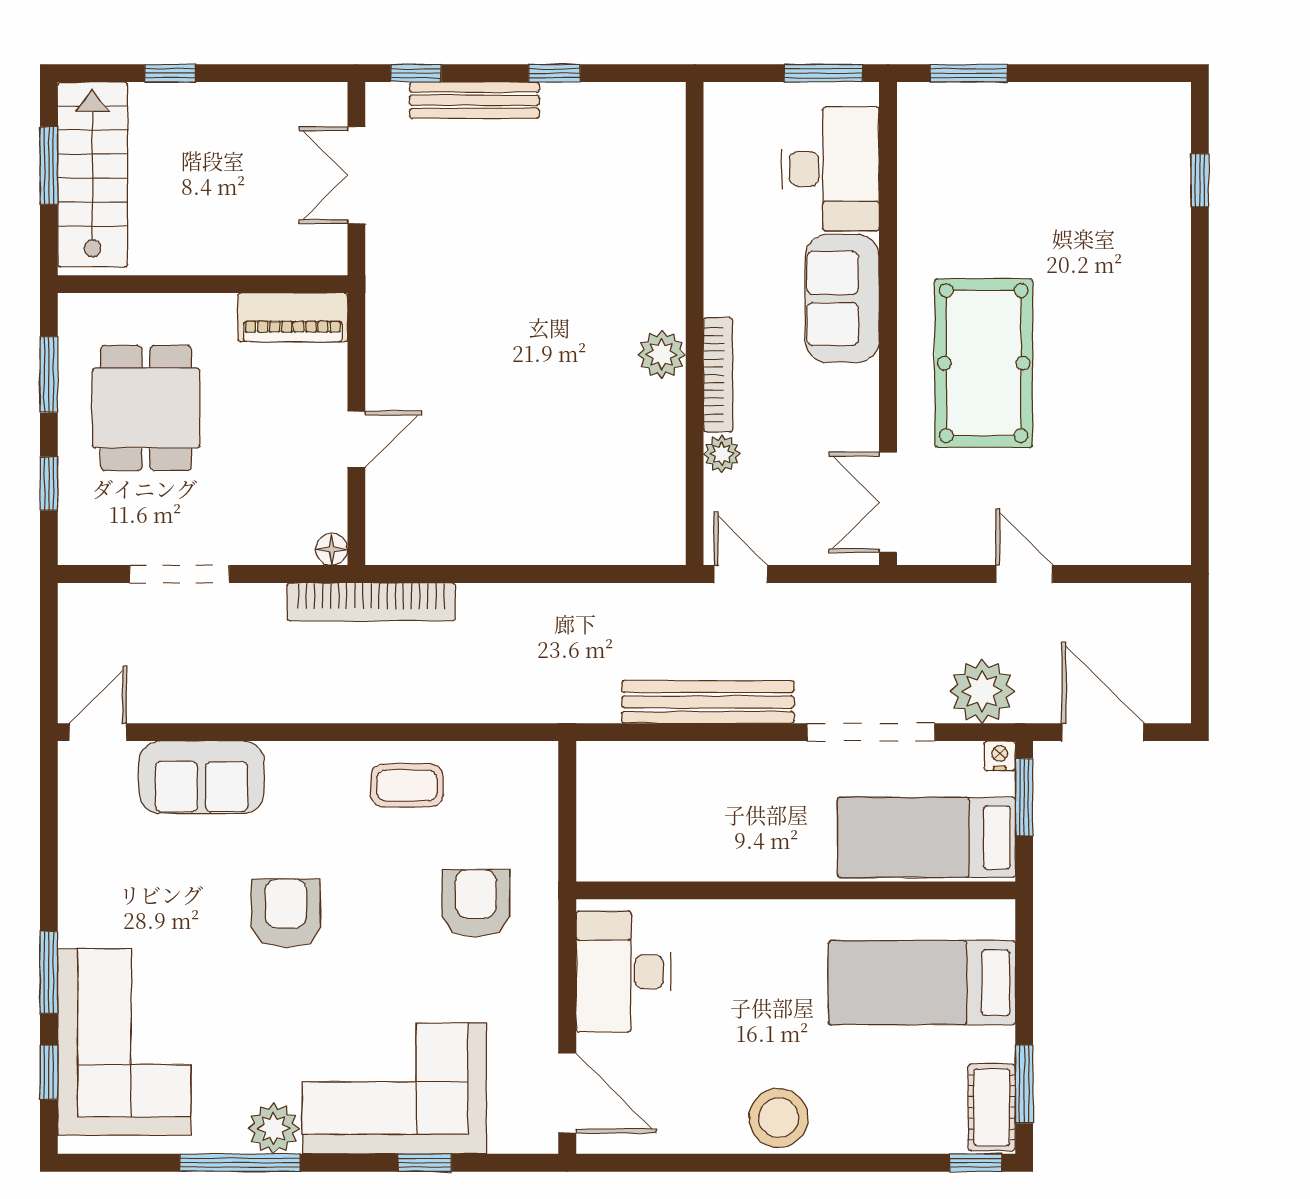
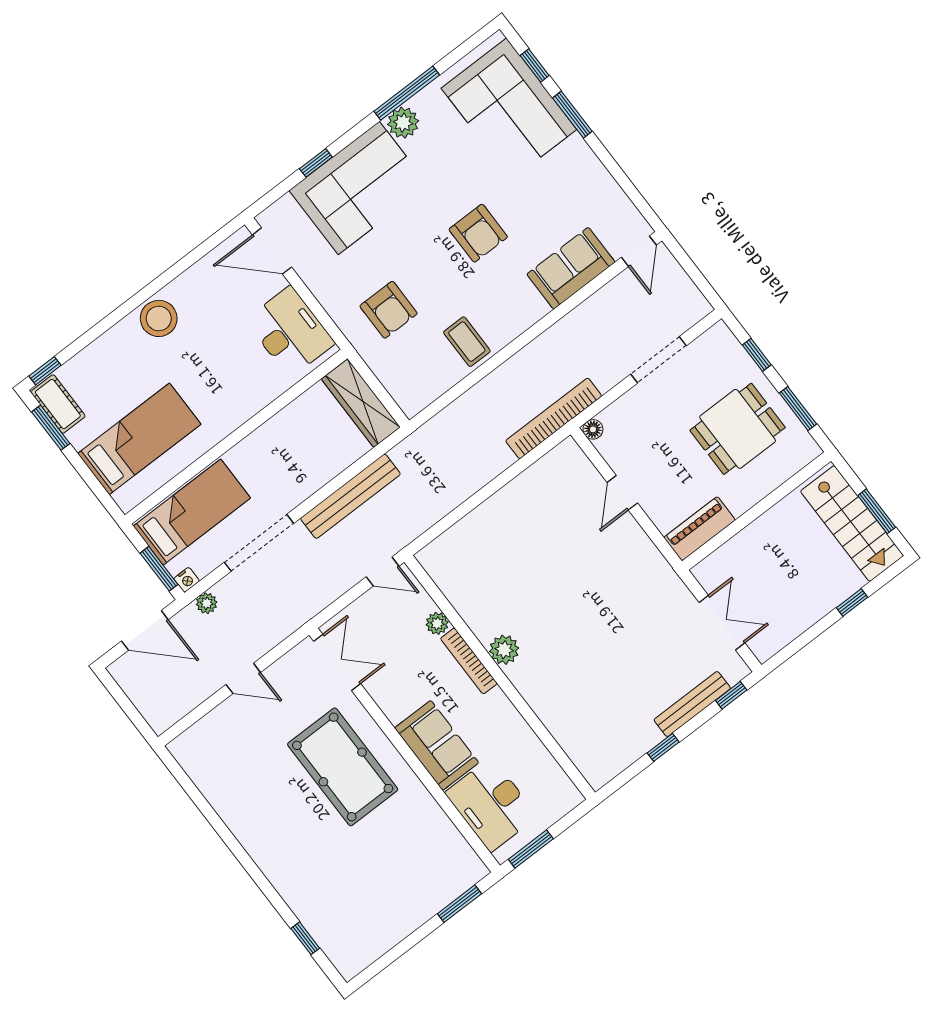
dining table: (146, 408) -> (738, 429), turned 90
plant: (982, 691) -> (207, 603), width x0.53, depth x0.53
coffee table: (407, 785) -> (467, 342), turned 90
wardrobe: (603, 811) -> (361, 403), added

